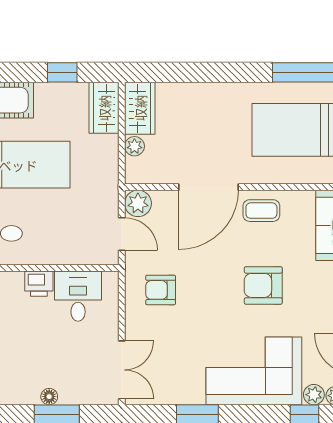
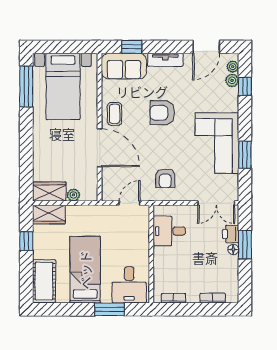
plant: (138, 203) -> (110, 193), removed
printer: (39, 284) -> (231, 234), moved, turned 180
armchair: (263, 285) -> (162, 113), turned 90
double door: (122, 370) -> (216, 203), swing flipped
corner sofa: (254, 371) -> (217, 143), moved

